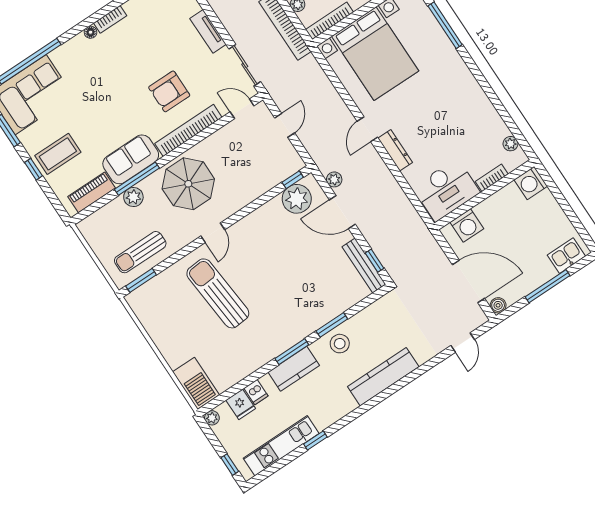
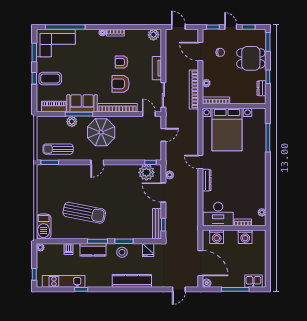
armchair: (149, 58) -> (122, 62), added
door: (367, 129) -> (200, 162), hinge flipped
washing machine: (531, 183) -> (245, 237), moved, turned -90
sun lounger: (218, 293) -> (84, 213), moved, turned 106
fridge: (241, 404) -> (148, 250), moved

